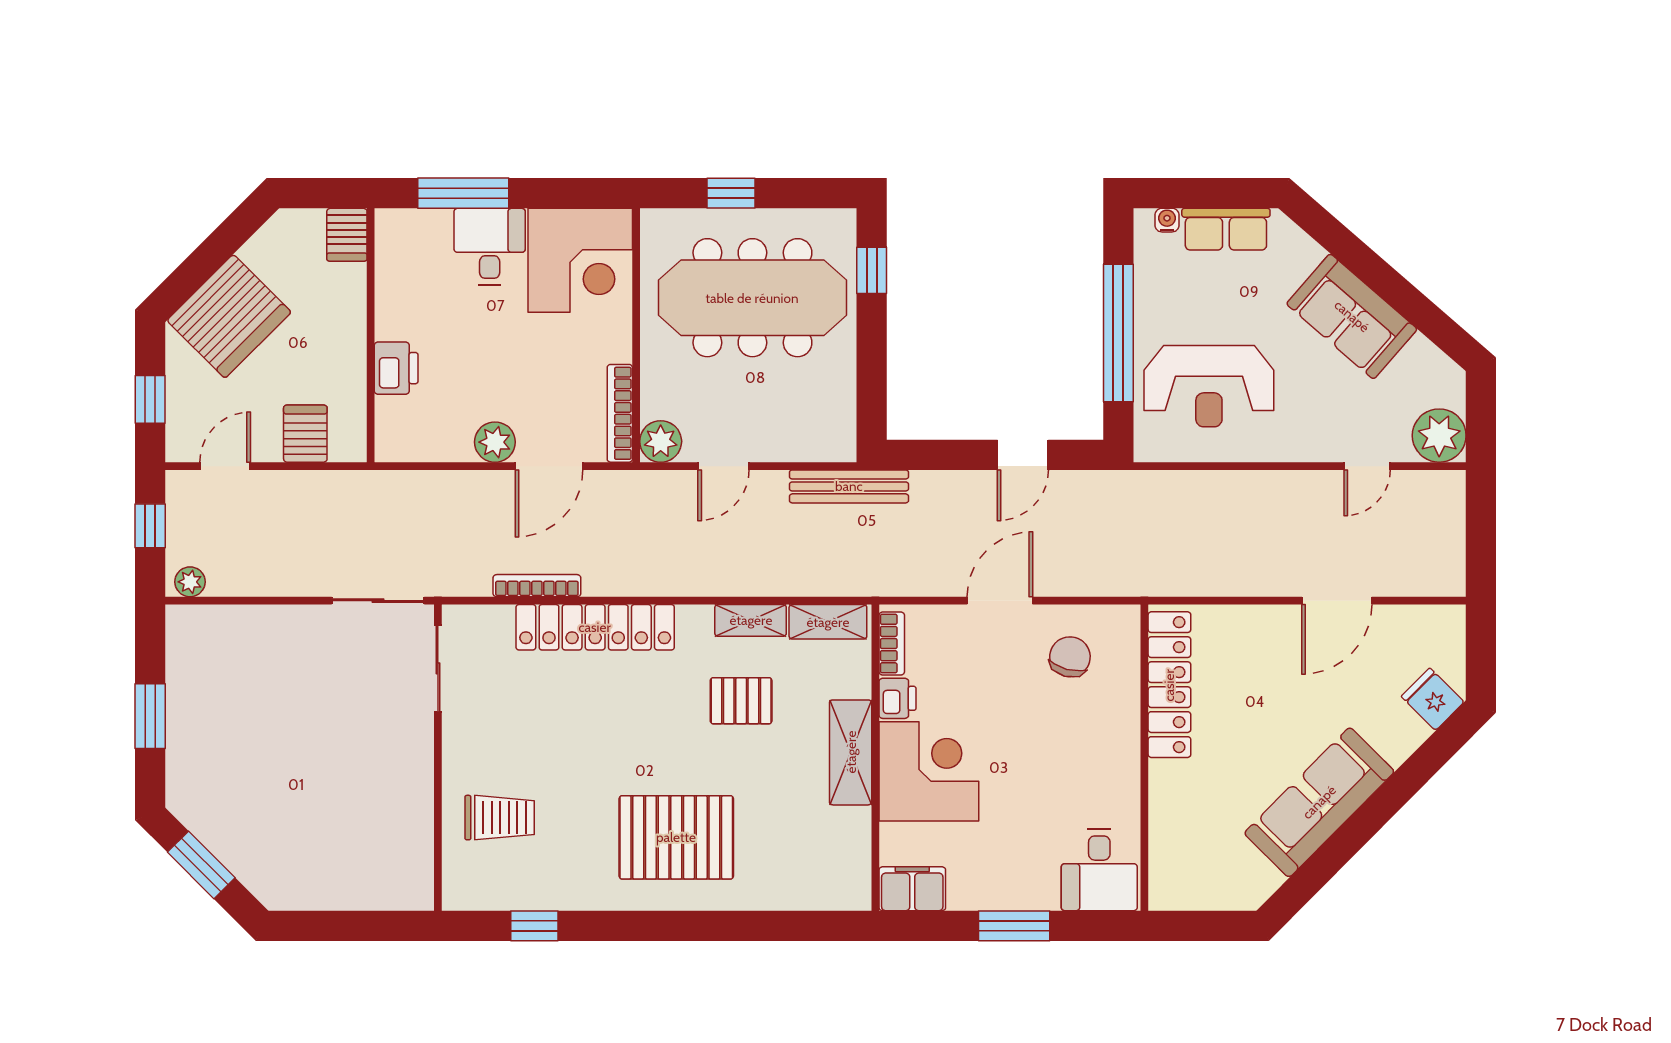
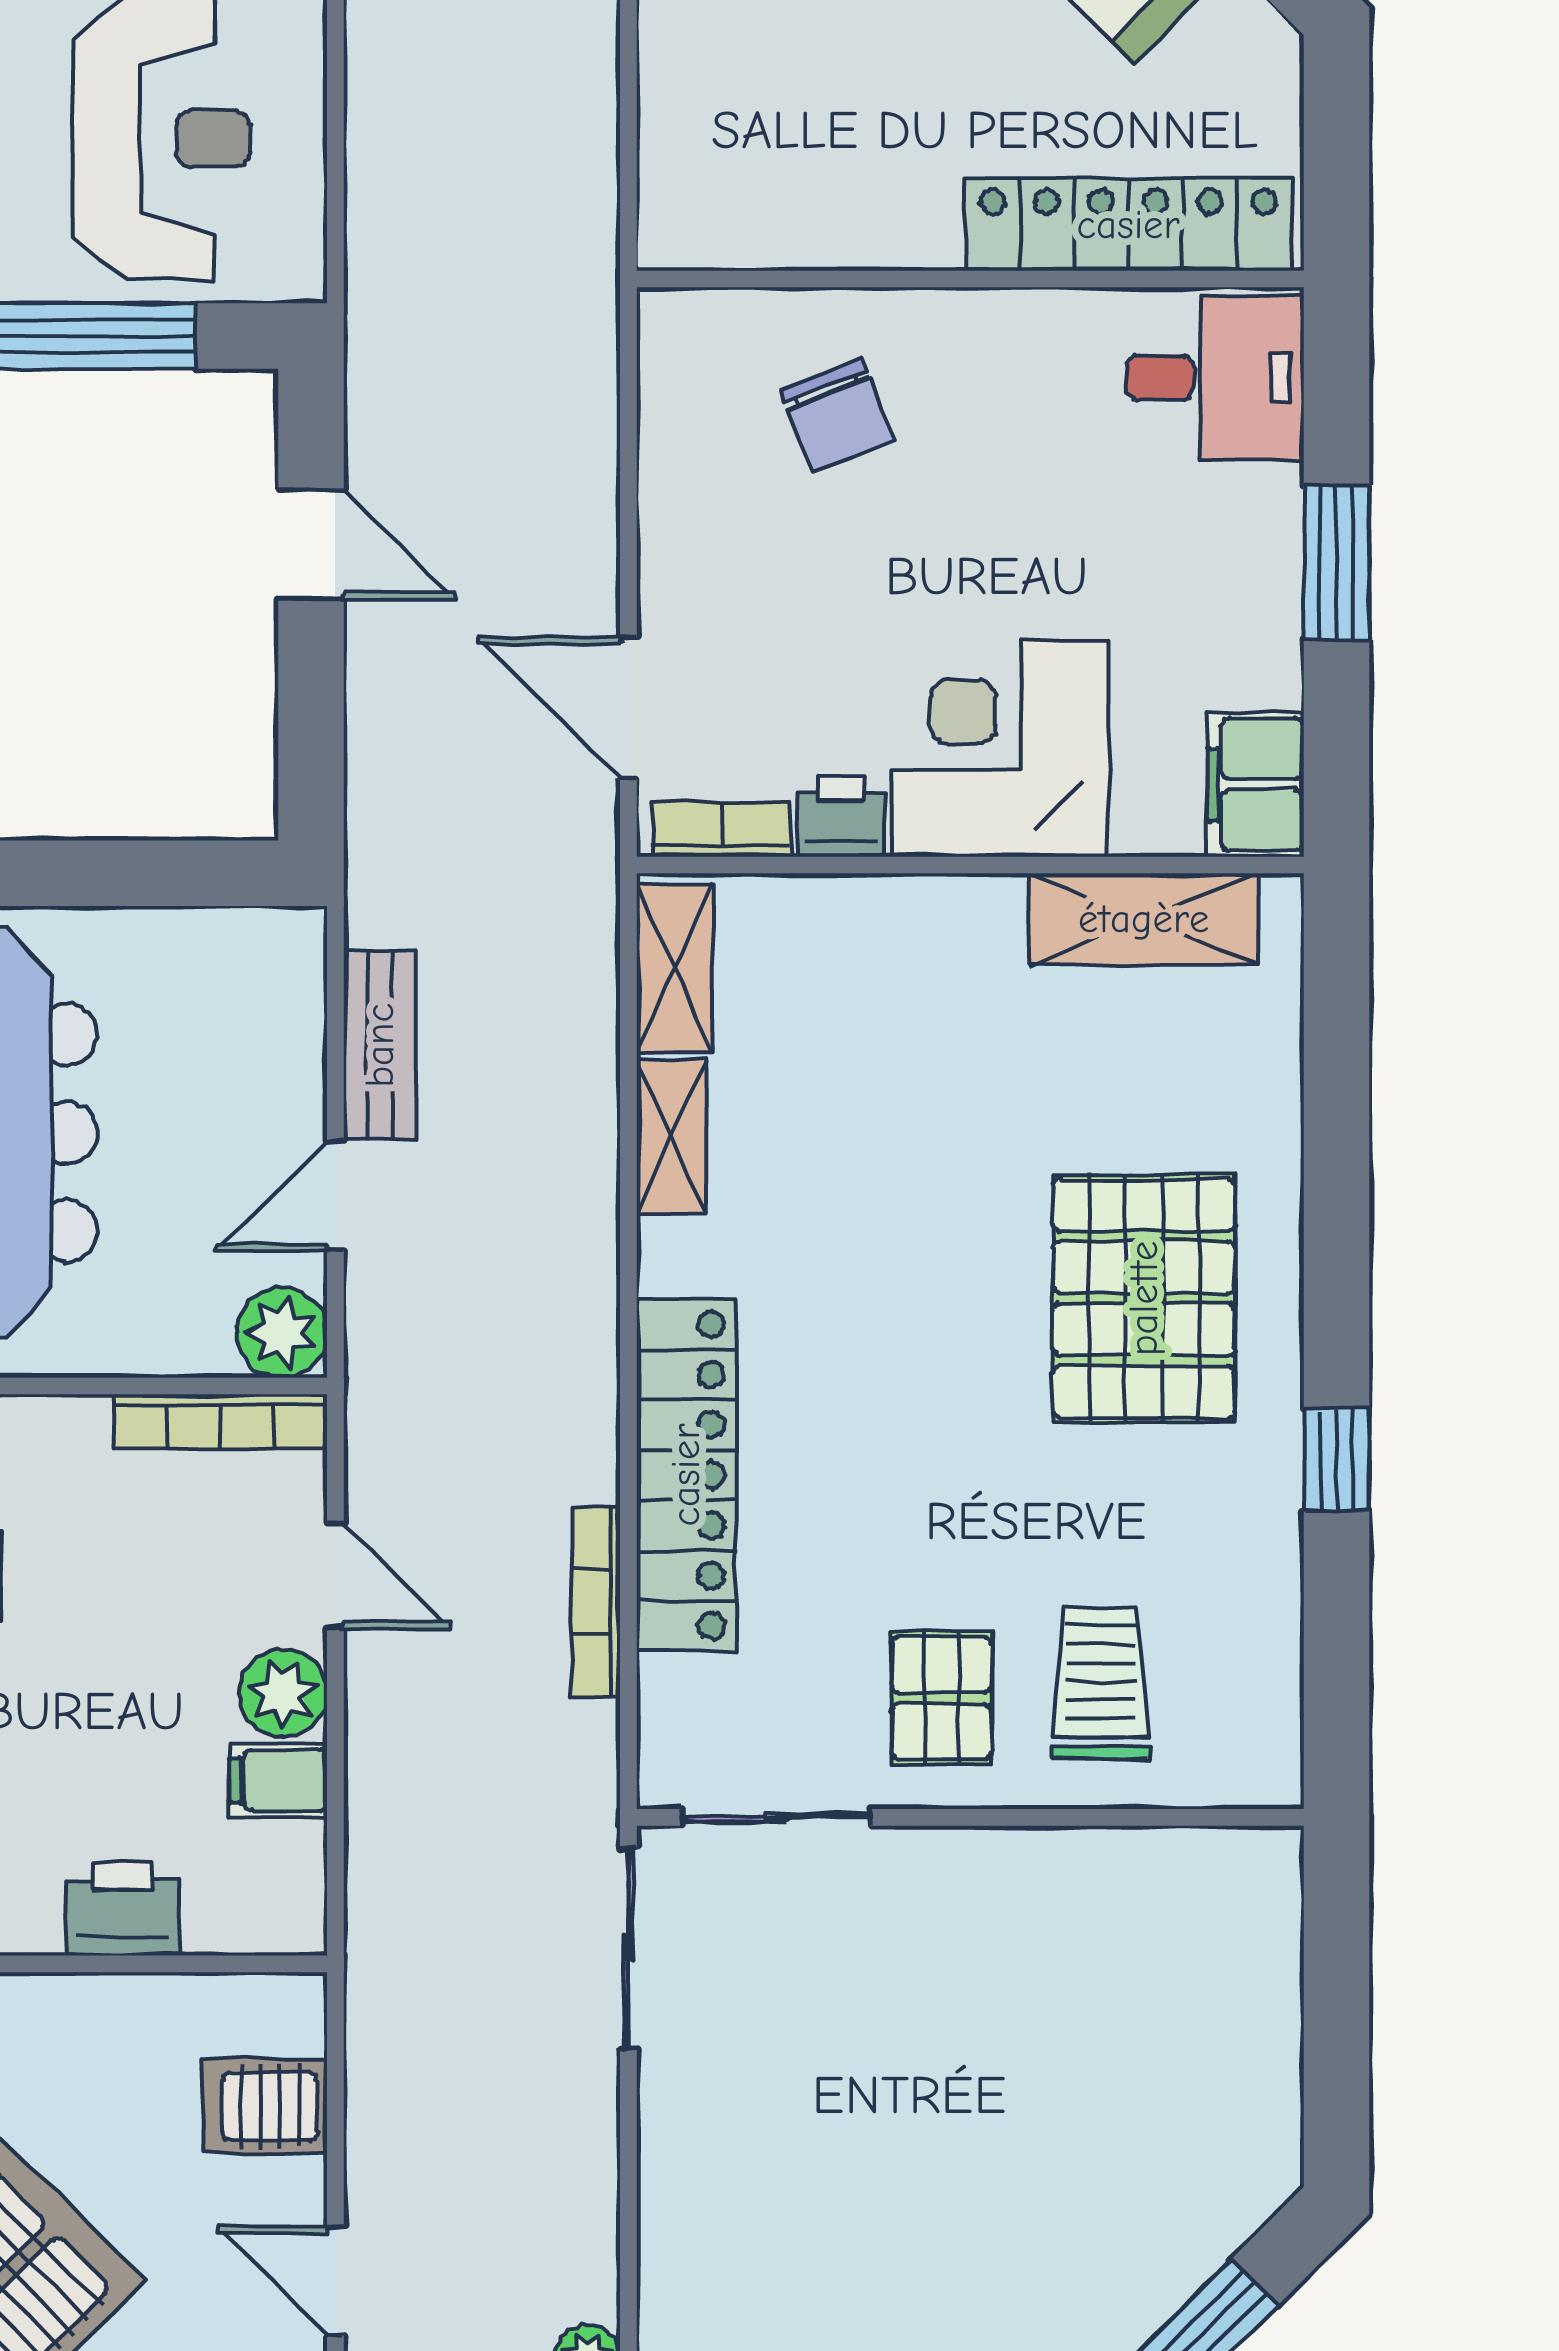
filing cabinet: (455, 440) -> (279, 1780), added
door: (549, 466) -> (335, 1576), width x0.73
door: (723, 466) -> (335, 1196), swing flipped
bench: (849, 486) -> (380, 1045), moved, width x0.73
door: (1000, 601) -> (628, 708), moved
chair: (1070, 657) -> (837, 415), moved, turned -126
locker: (1169, 685) -> (1128, 225), moved
pallet: (741, 701) -> (941, 1698), moved
shelving: (851, 752) -> (1144, 919), moved
window: (534, 926) -> (1337, 1460), moved

